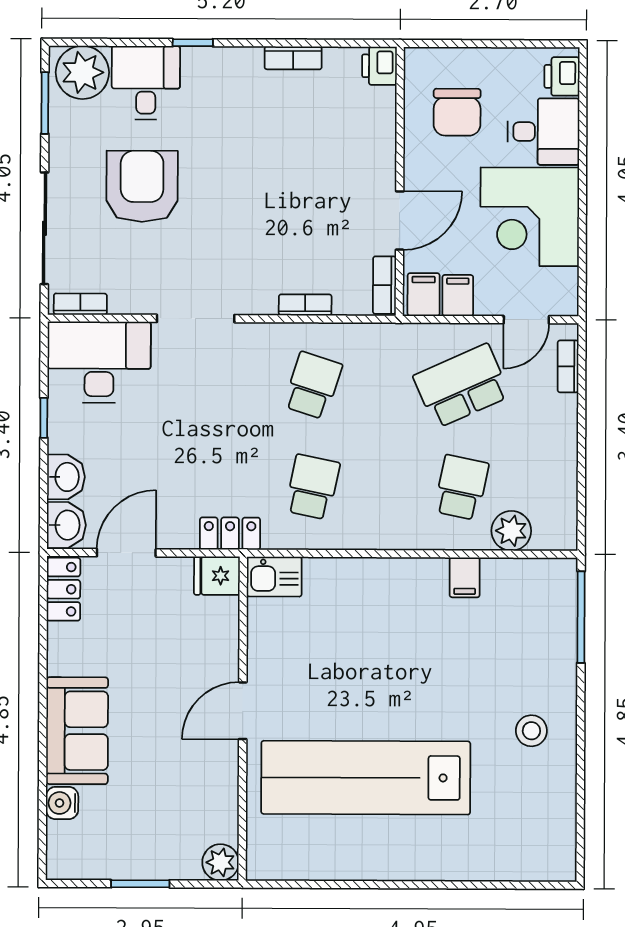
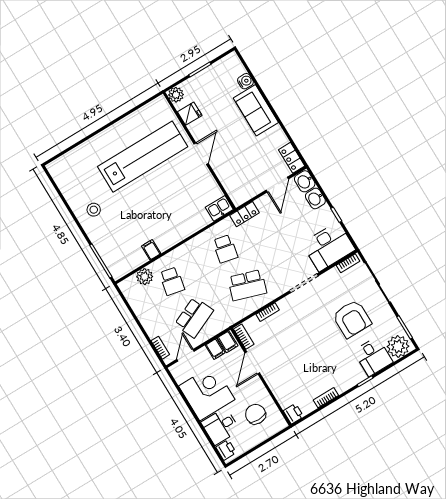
school desk: (313, 385) -> (247, 285), width x1.85
fridge: (217, 576) -> (190, 114), moved

